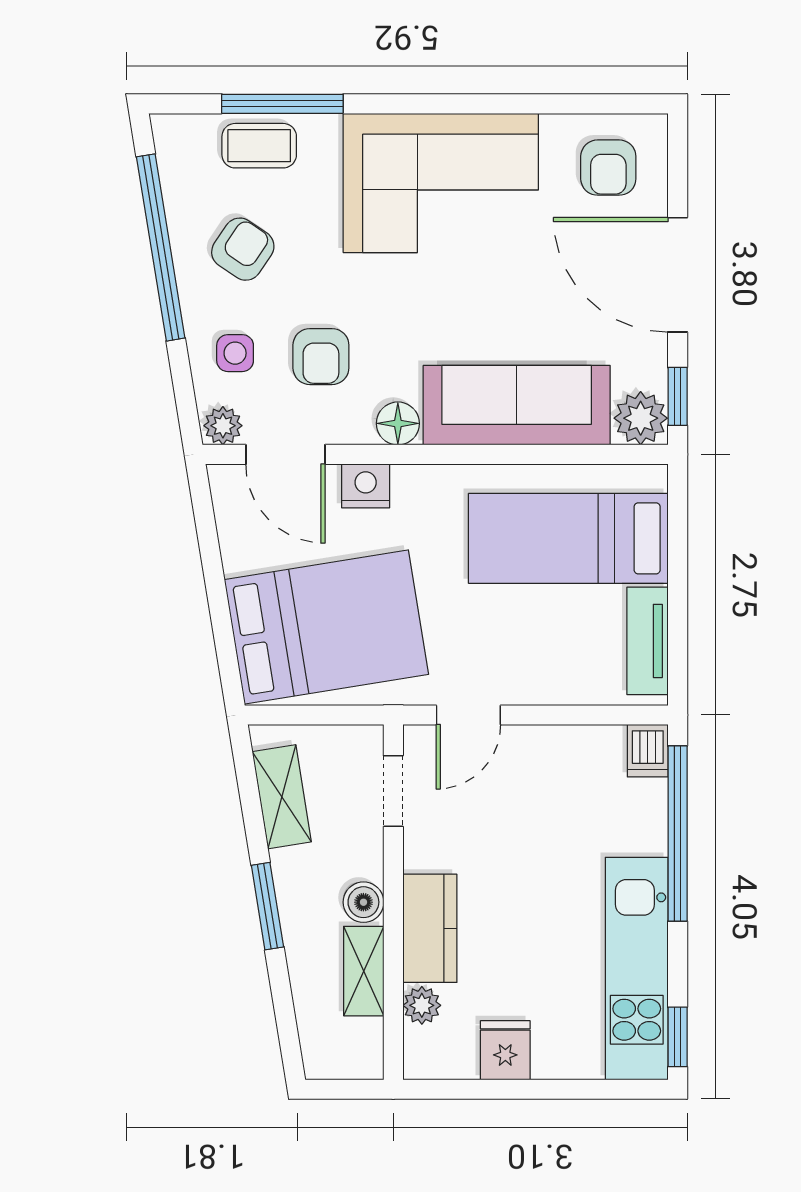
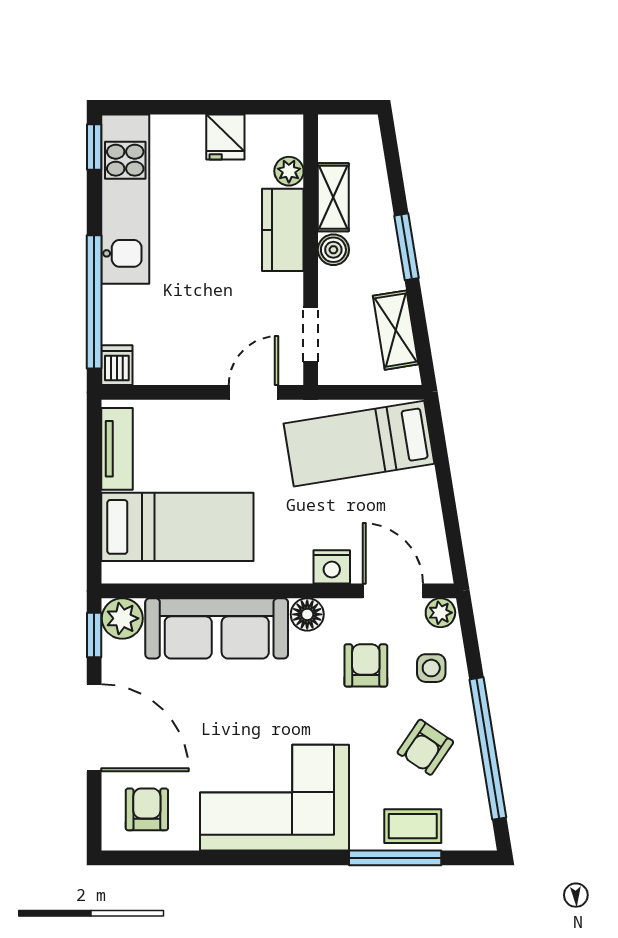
bed: (326, 627) -> (359, 444), width x0.67

